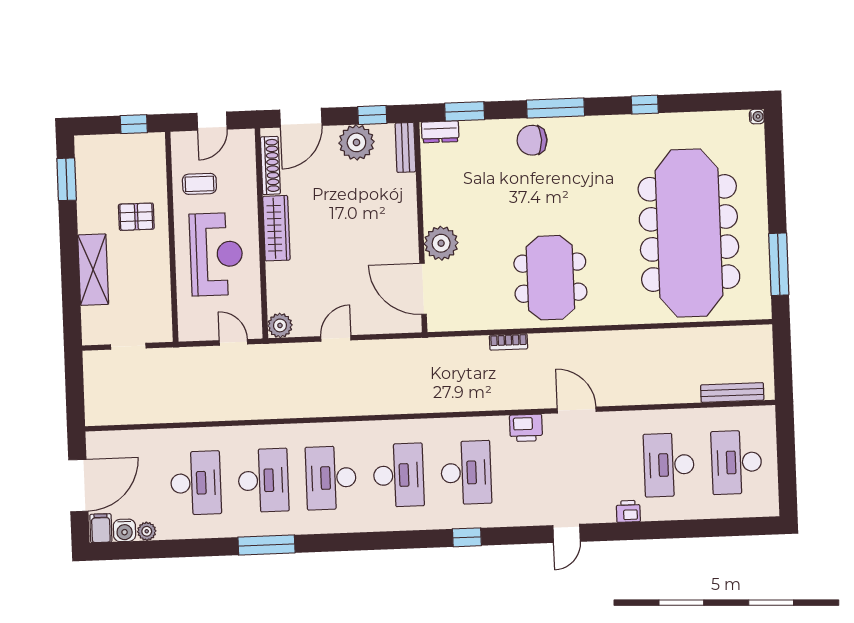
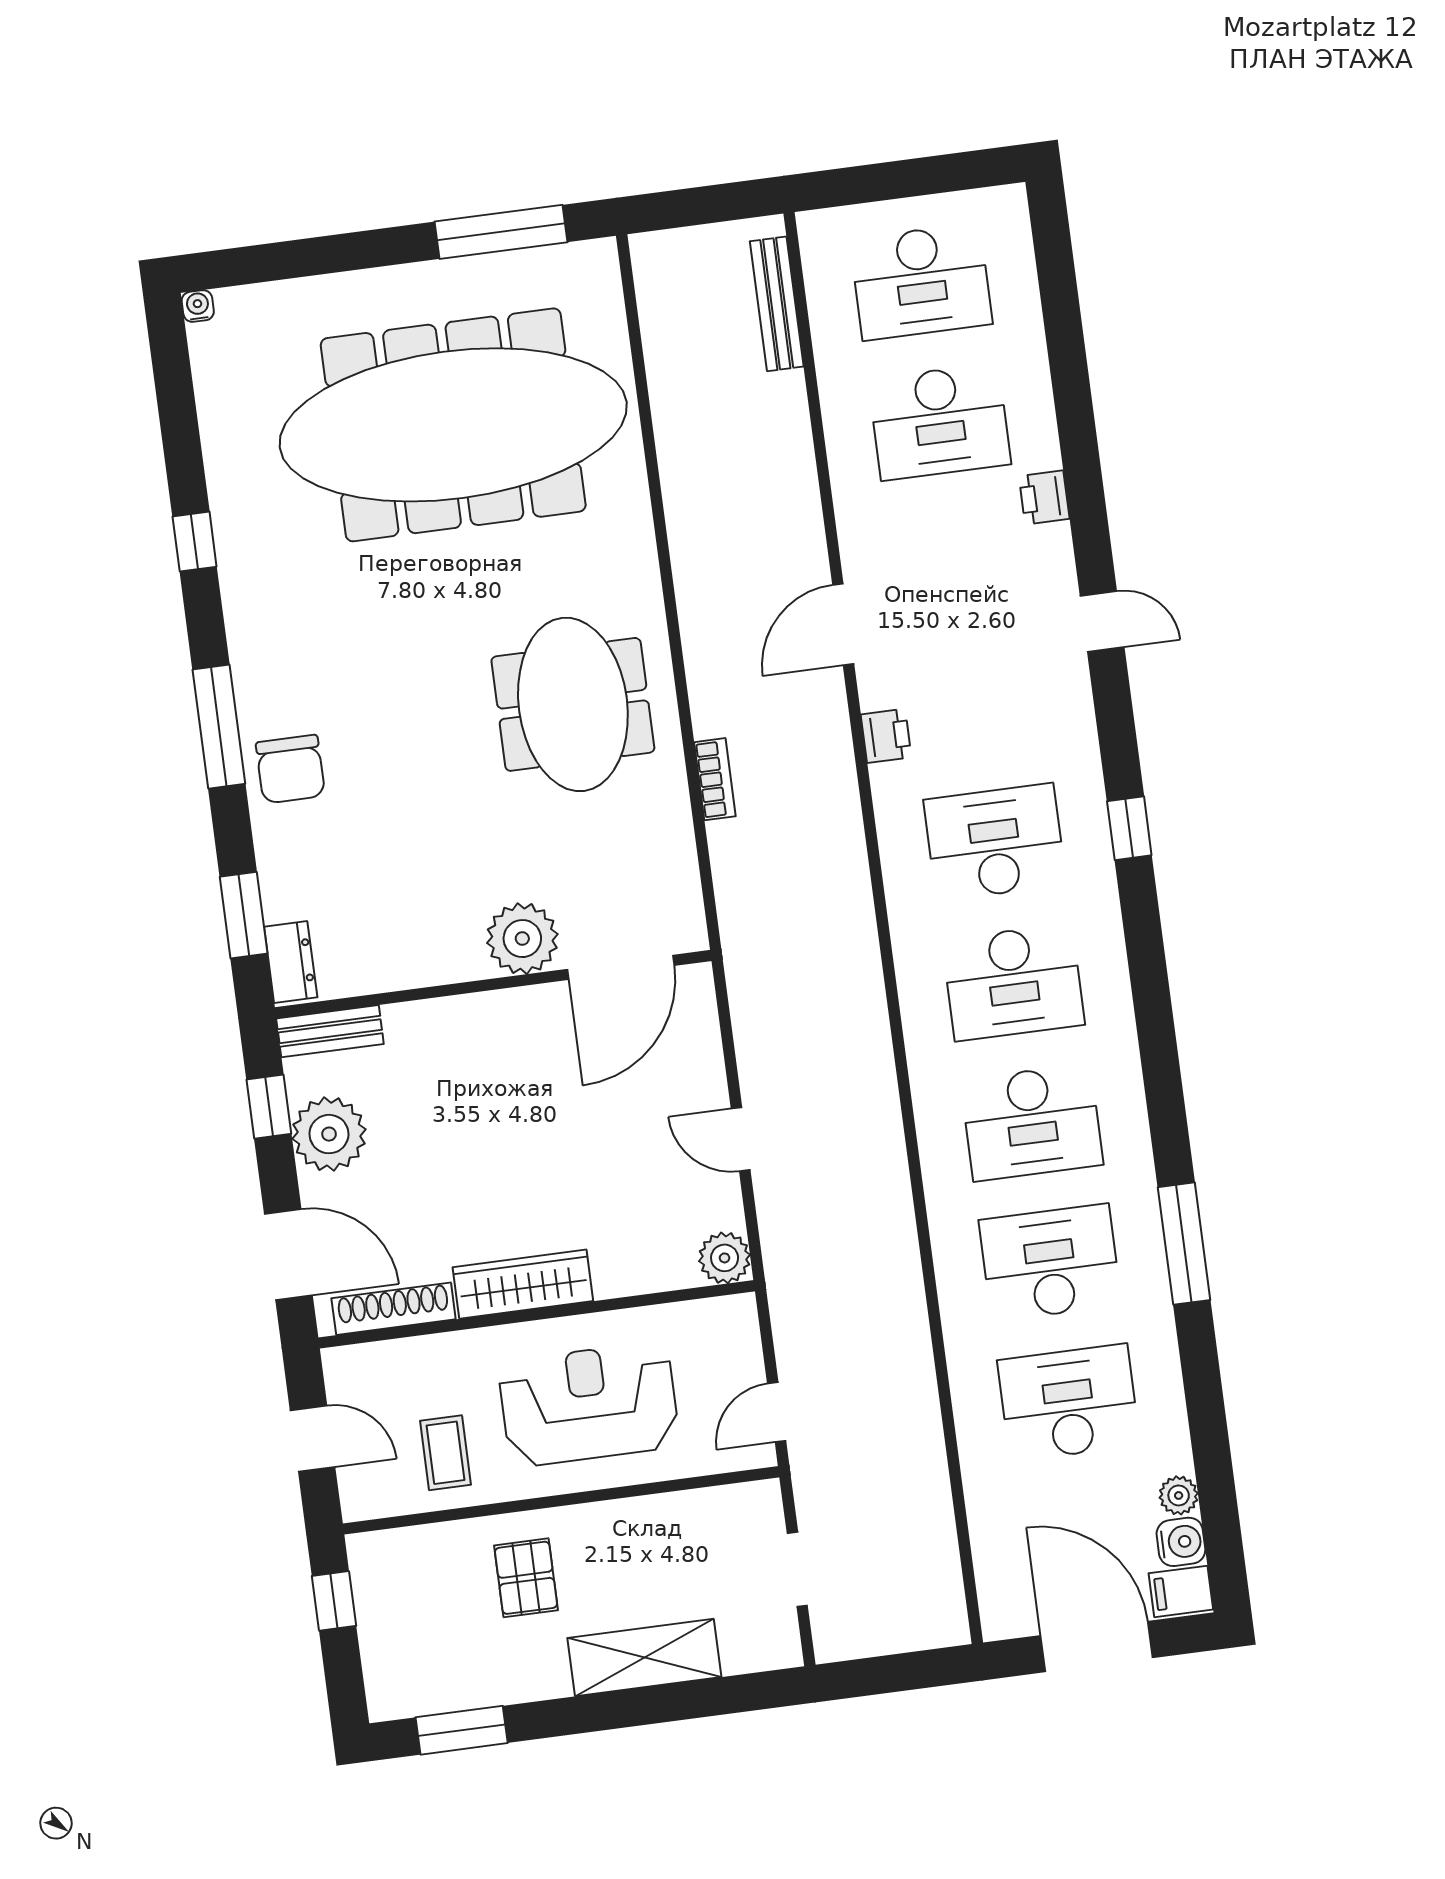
meeting table: (550, 278) -> (573, 704), turned 90
door: (233, 342) -> (777, 1412), moved
printer: (526, 428) -> (886, 736), width x0.73, depth x0.81
desk: (399, 475) -> (1013, 982), turned 180

